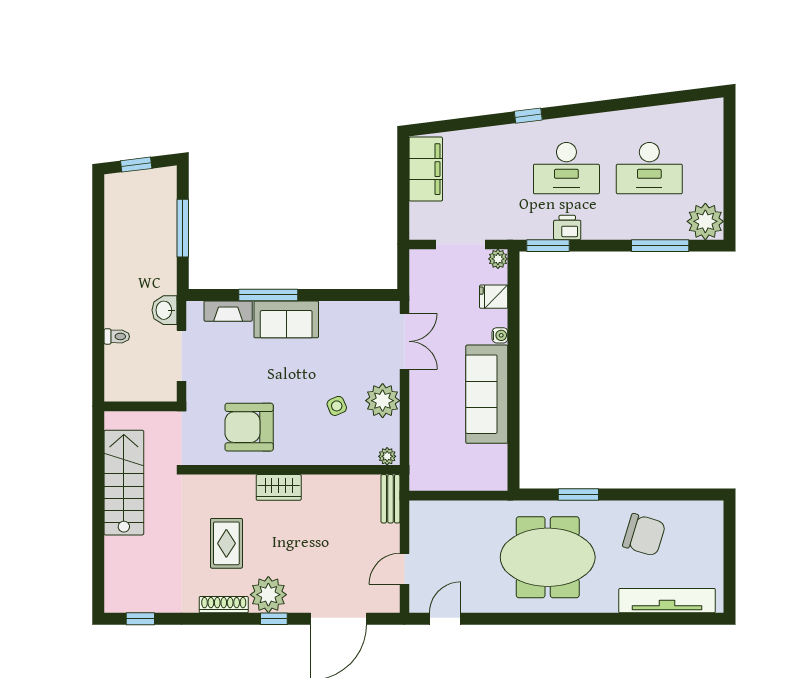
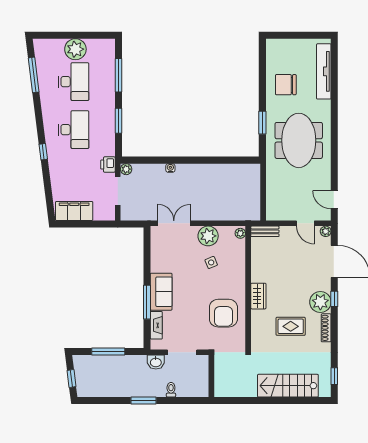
window: (661, 99) -> (34, 75), added
plant: (705, 221) -> (75, 49), moved
printer: (567, 227) -> (108, 165), moved
window: (548, 246) -> (118, 121), moved
window: (98, 289) -> (143, 400), added
fridge: (494, 297) -> (148, 172), removed
sofa: (487, 394) -> (204, 176), removed
stairs: (124, 483) -> (288, 386), moved
chair: (644, 535) -> (286, 85), turned -107
plant: (391, 604) -> (326, 231), added

